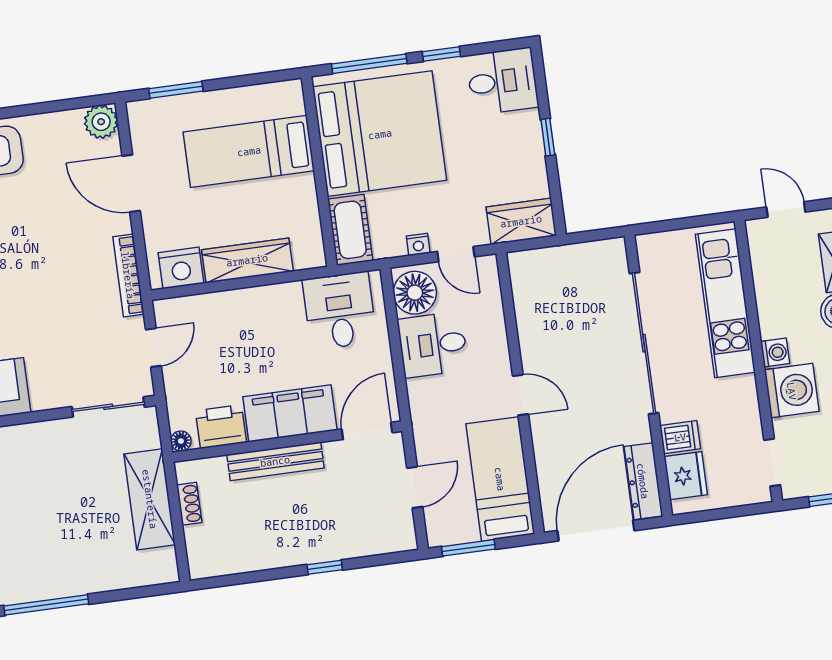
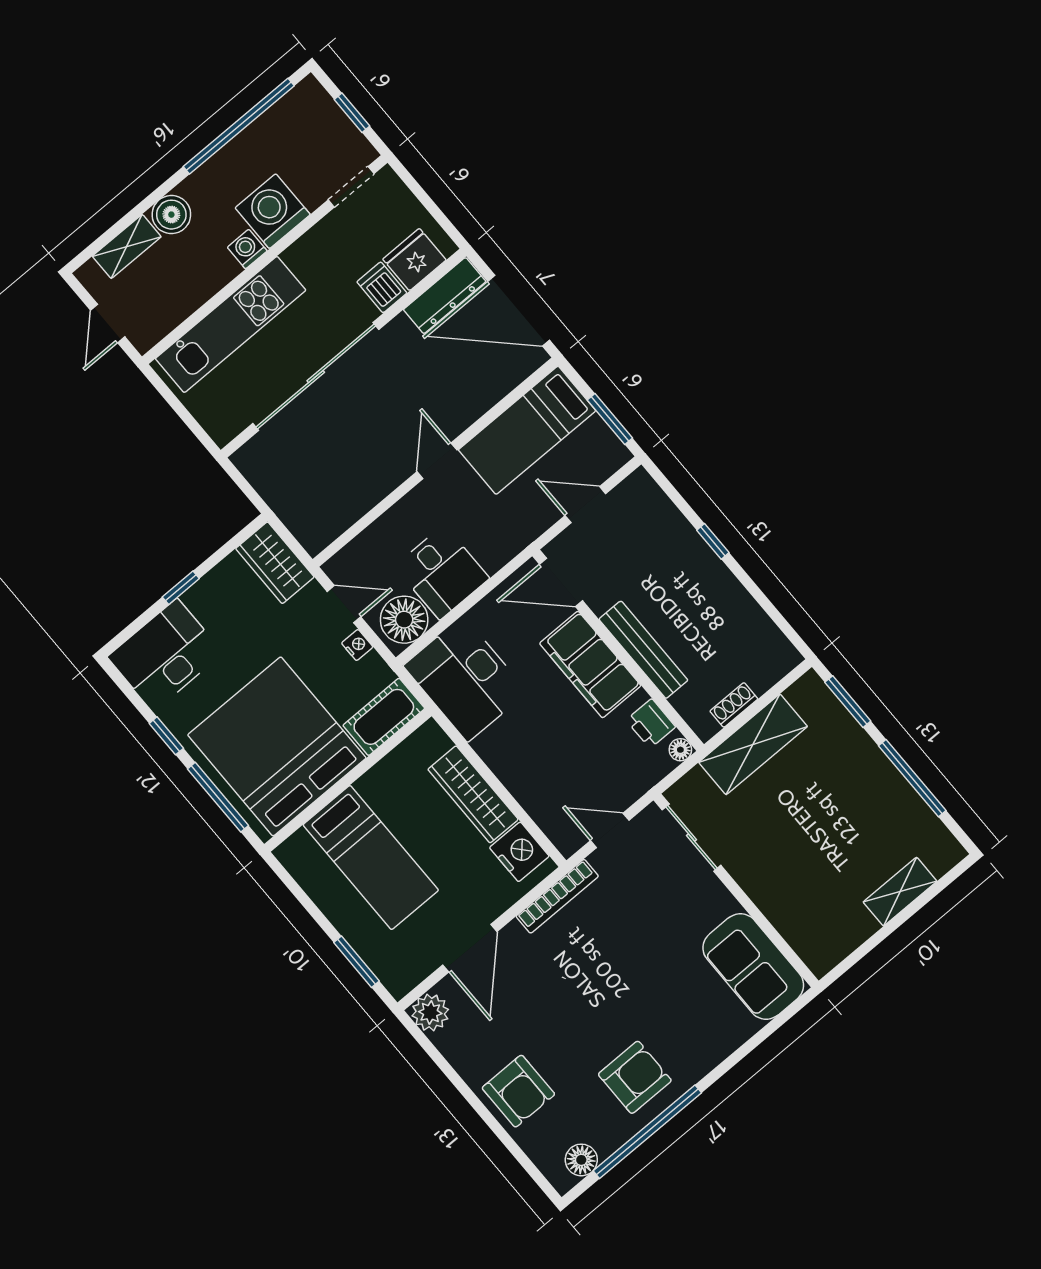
desk: (502, 81) -> (165, 655), width x1.37
door: (456, 254) -> (344, 604), hinge flipped
desk: (340, 311) -> (465, 679), width x1.37
printer: (221, 427) -> (651, 724), width x0.73, depth x0.81
window: (136, 593) -> (848, 702), added

